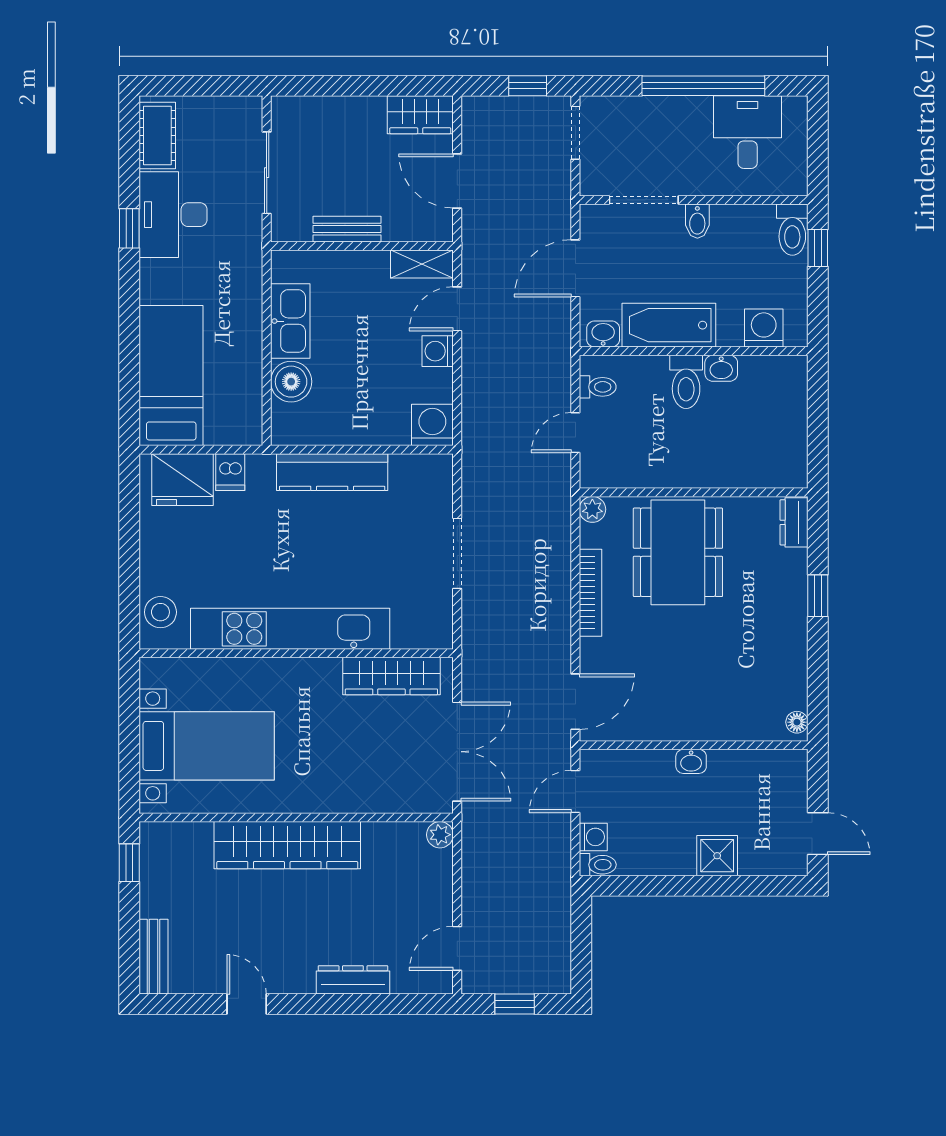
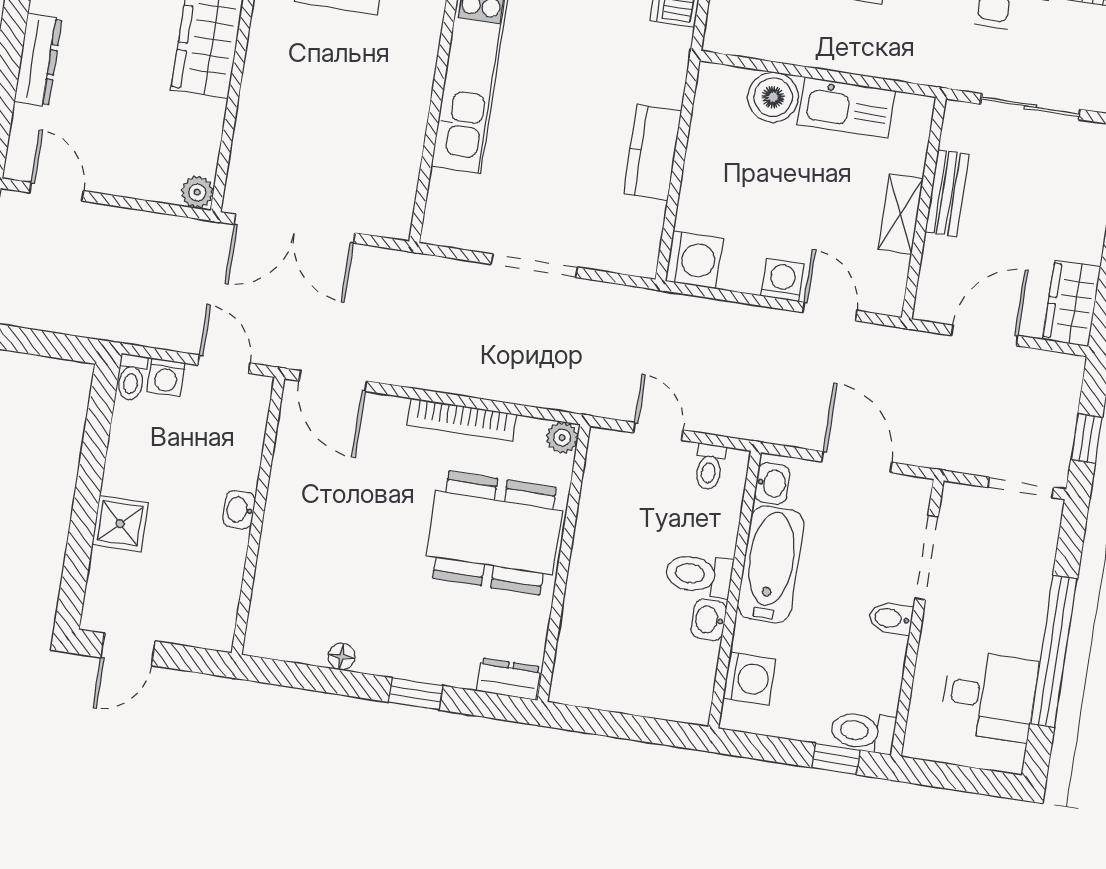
shelving: (422, 264) -> (901, 214), moved
kitchen counter: (332, 472) -> (653, 152), width x0.67
wardrobe: (391, 676) -> (398, 163), removed
floor lamp: (797, 722) -> (341, 657), moved

